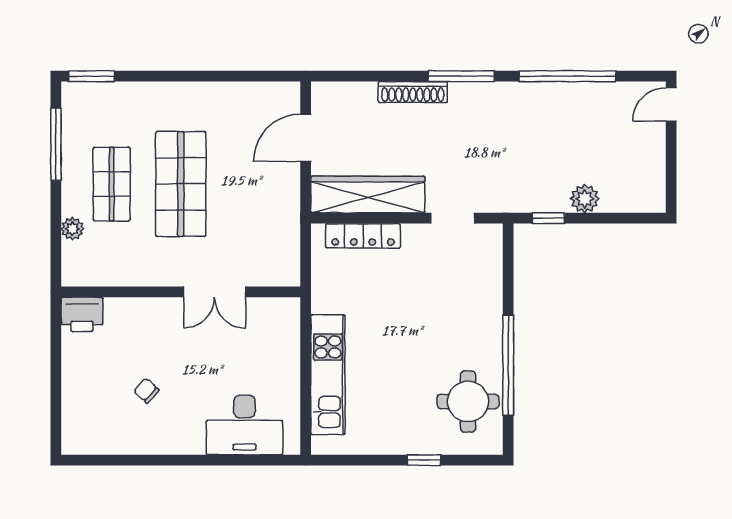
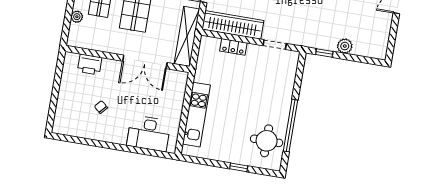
shelving: (285, 231) -> (187, 36), added
locker: (363, 236) -> (233, 47), width x0.66
double door: (214, 292) -> (145, 62), width x1.37
printer: (82, 314) -> (90, 64), moved

